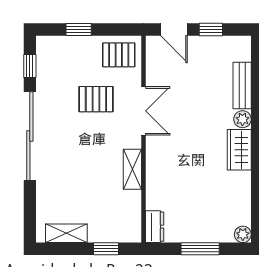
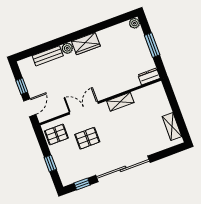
pallet: (119, 55) -> (56, 134), turned 90
pallet: (96, 99) -> (87, 138), turned 90
window: (106, 249) -> (172, 100), removed

